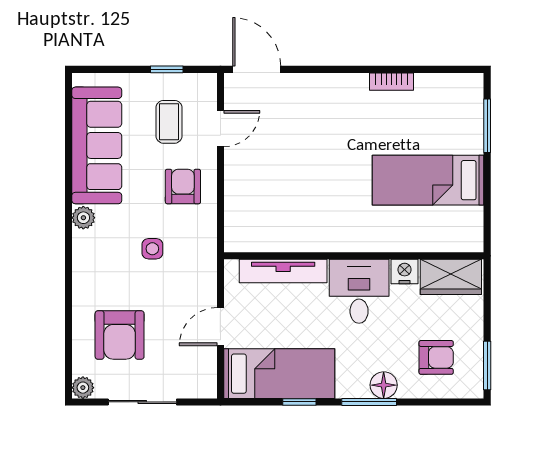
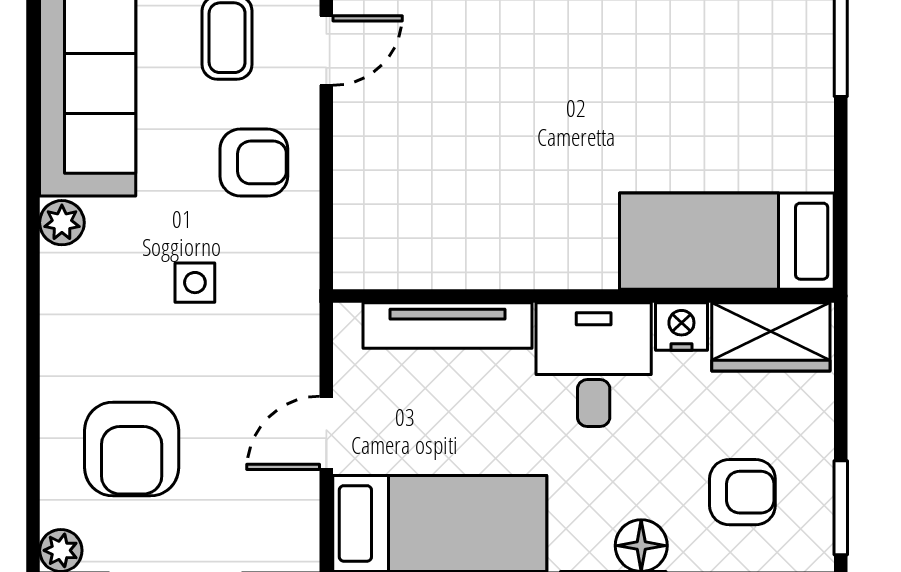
bed: (428, 180) -> (727, 241), moved
armchair: (183, 187) -> (254, 162), turned 90

